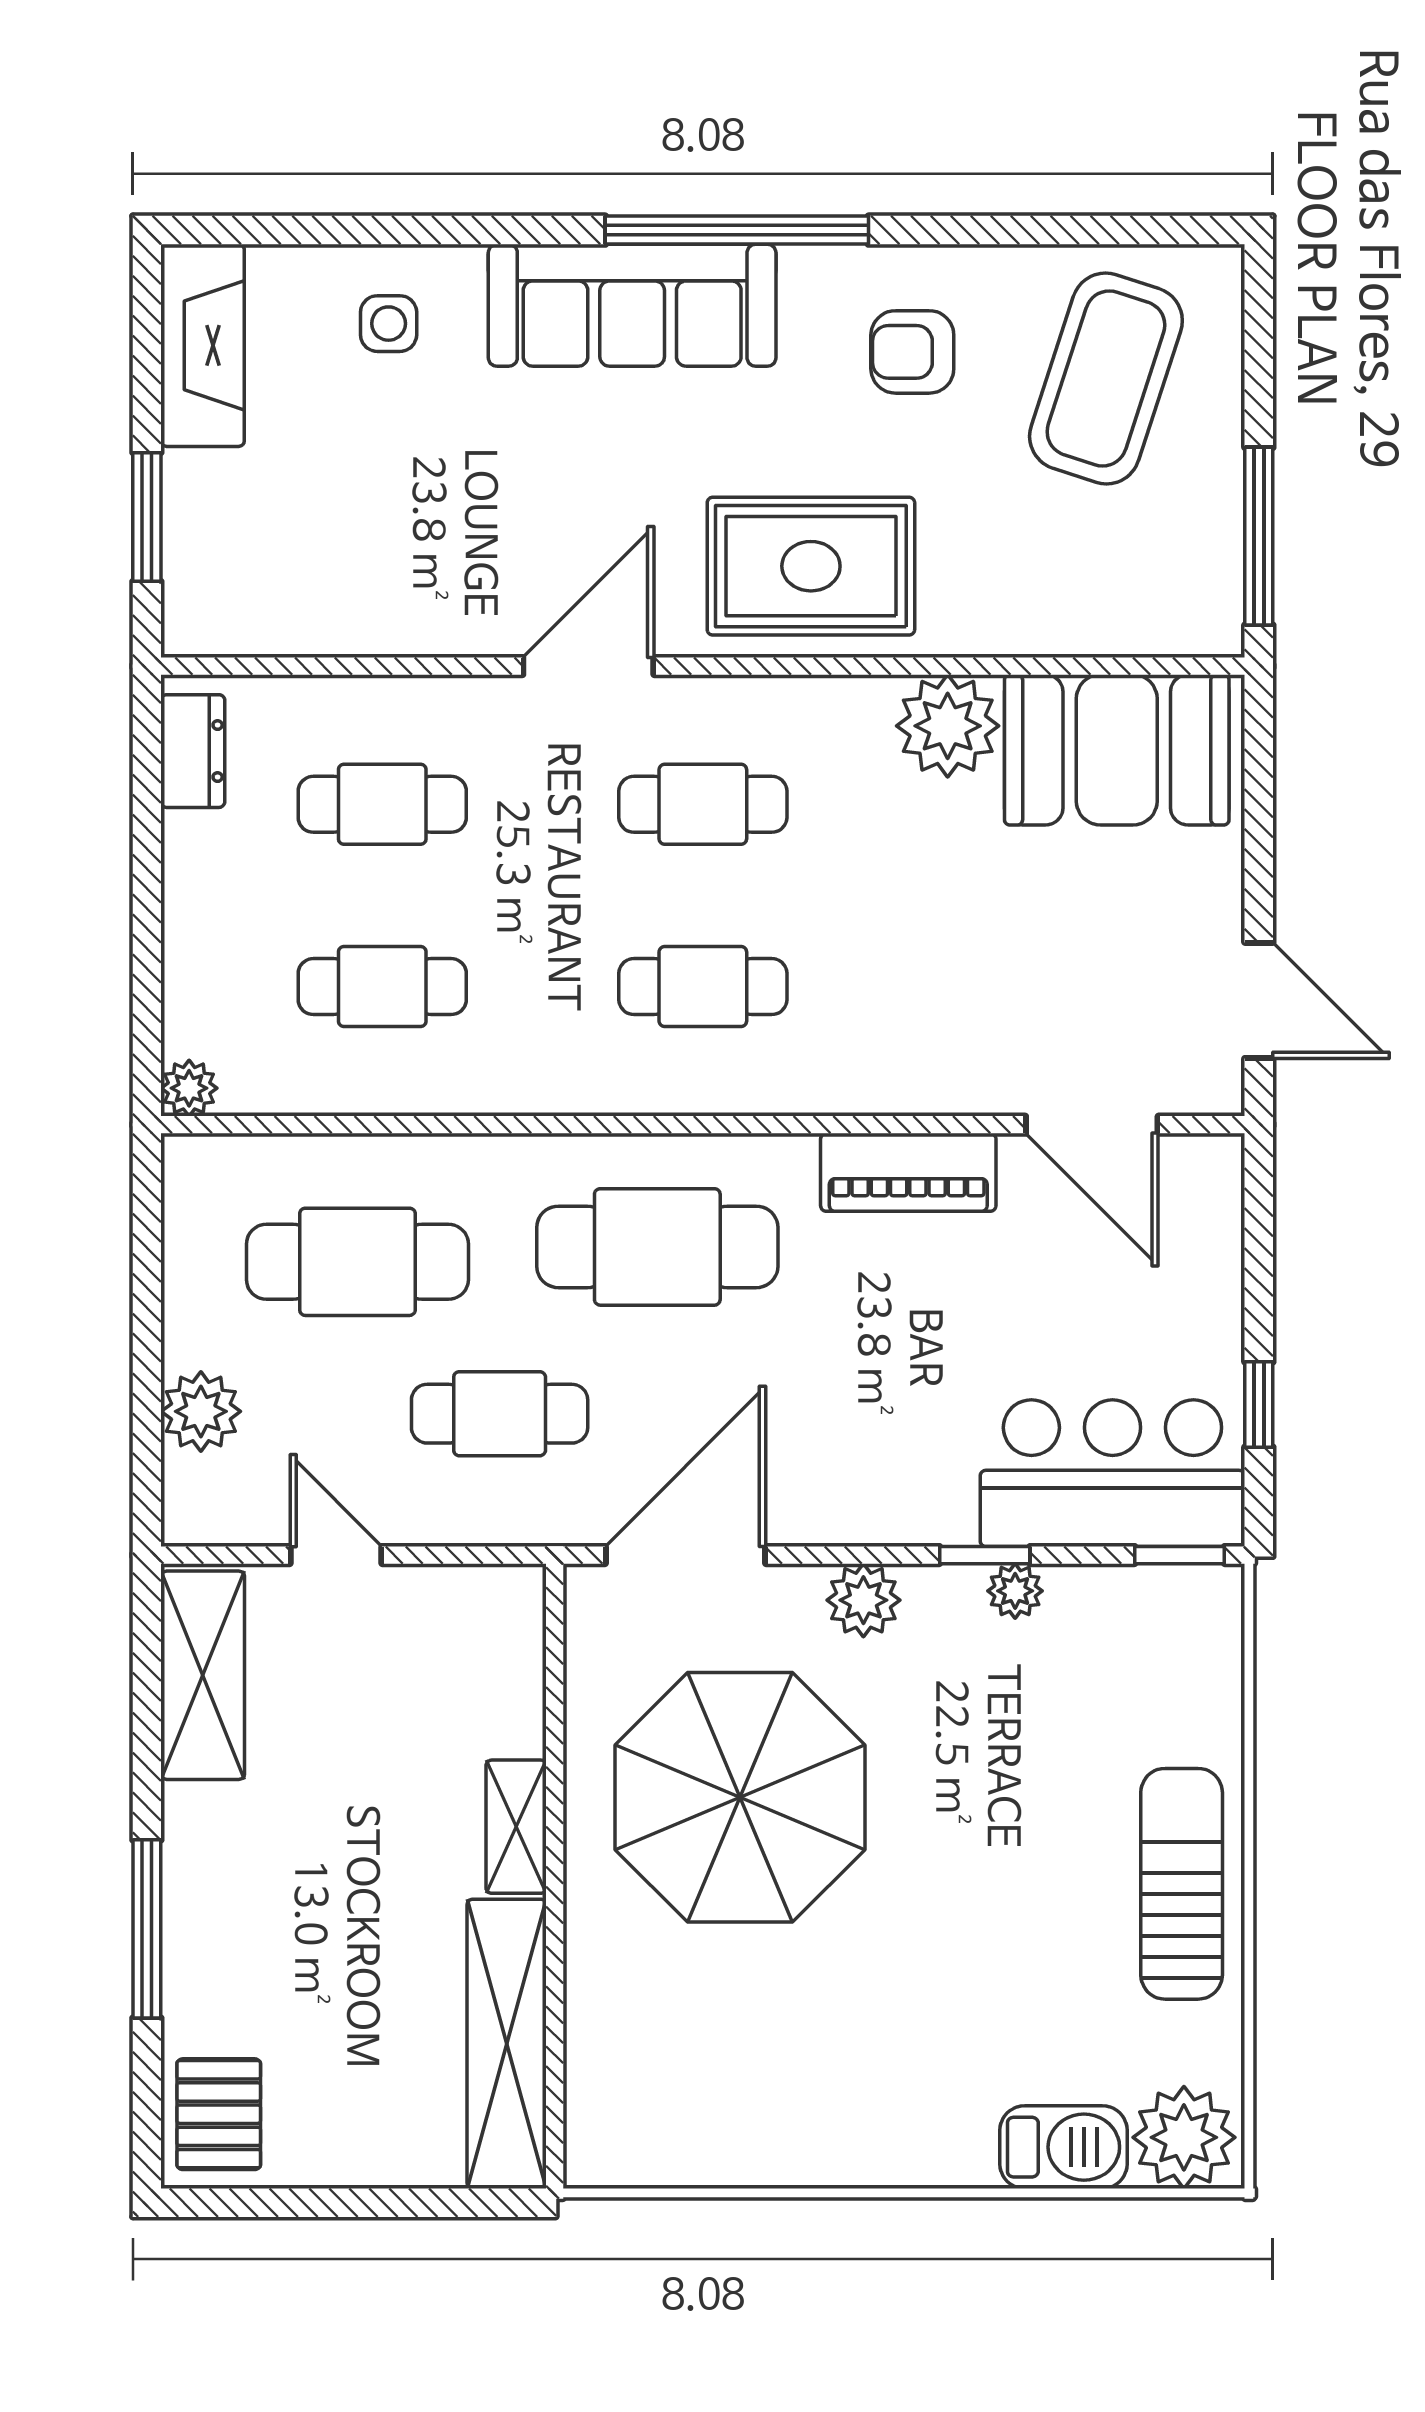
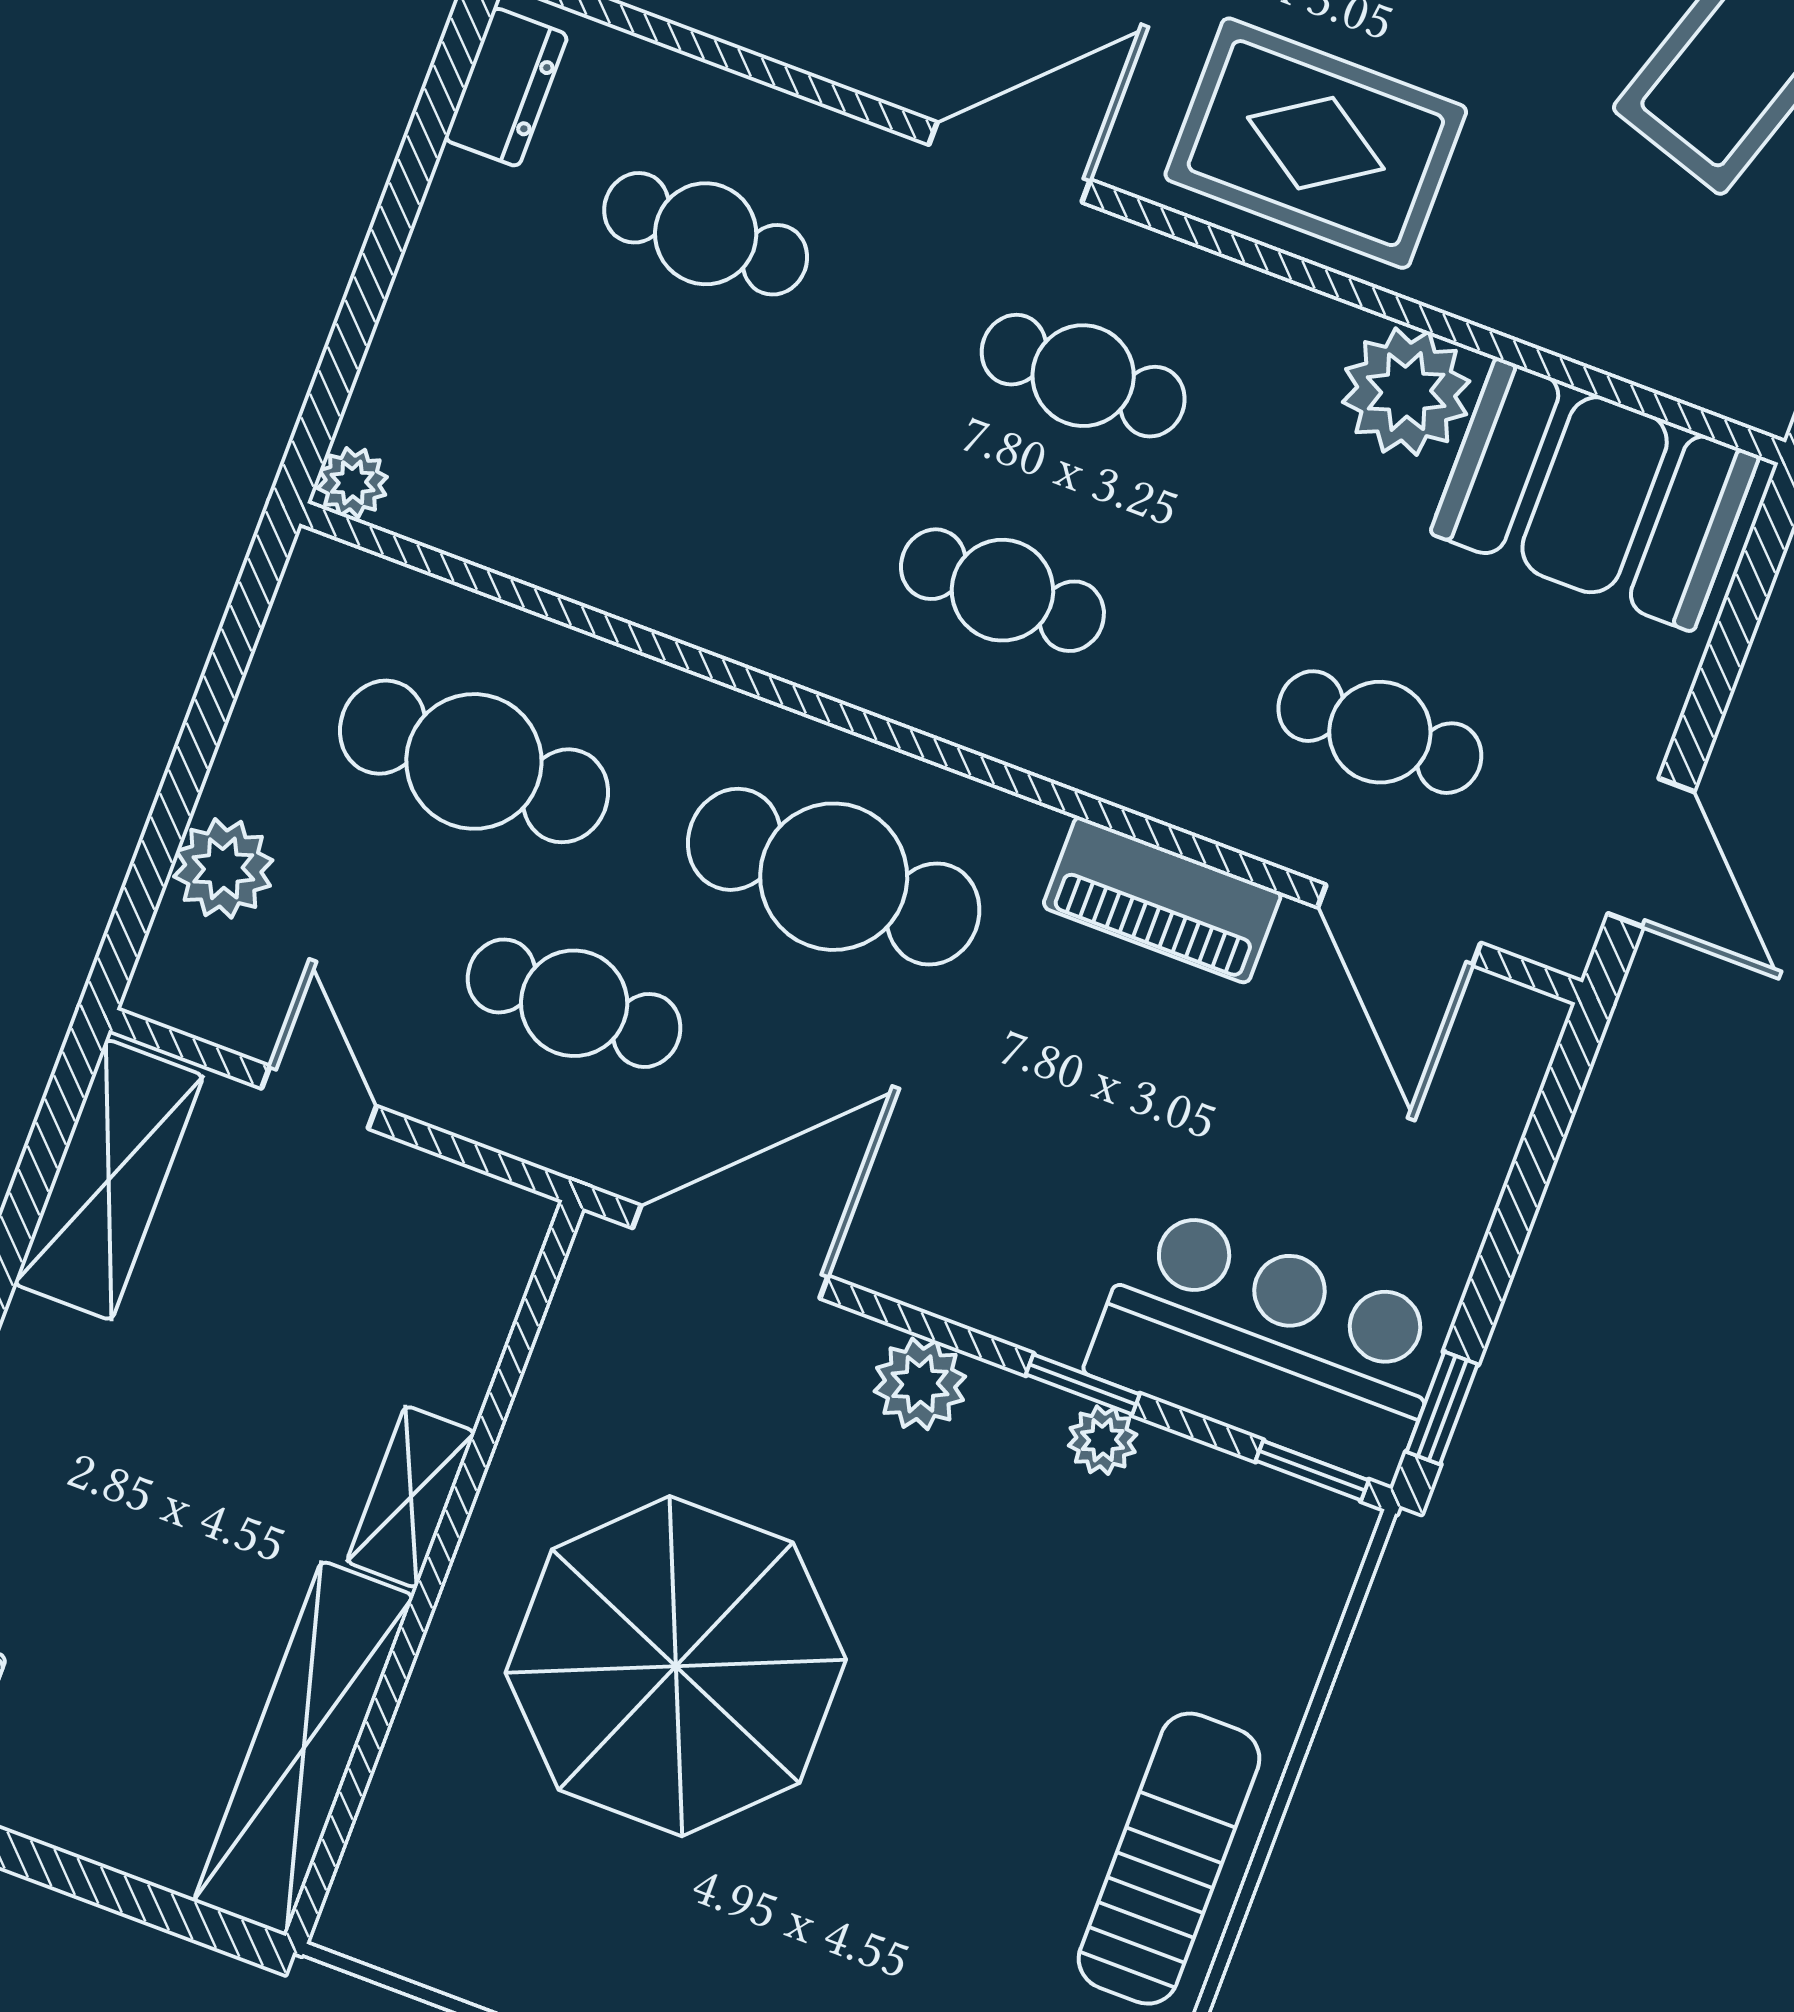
cafe table: (382, 987) -> (1380, 732), moved
window: (1259, 1405) -> (1442, 1408), moved
parasol: (740, 1797) -> (676, 1666), moved

